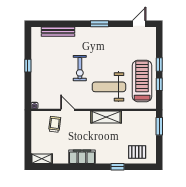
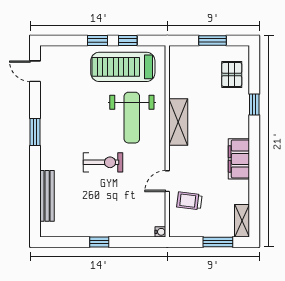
window: (159, 126) -> (213, 40), moved
window: (28, 143) -> (218, 242), added

